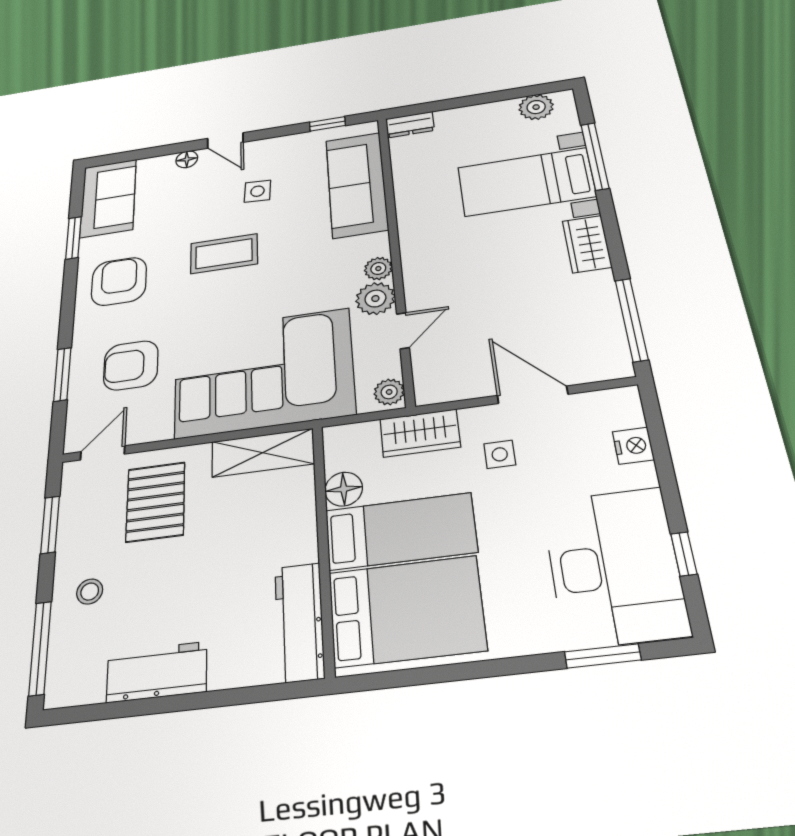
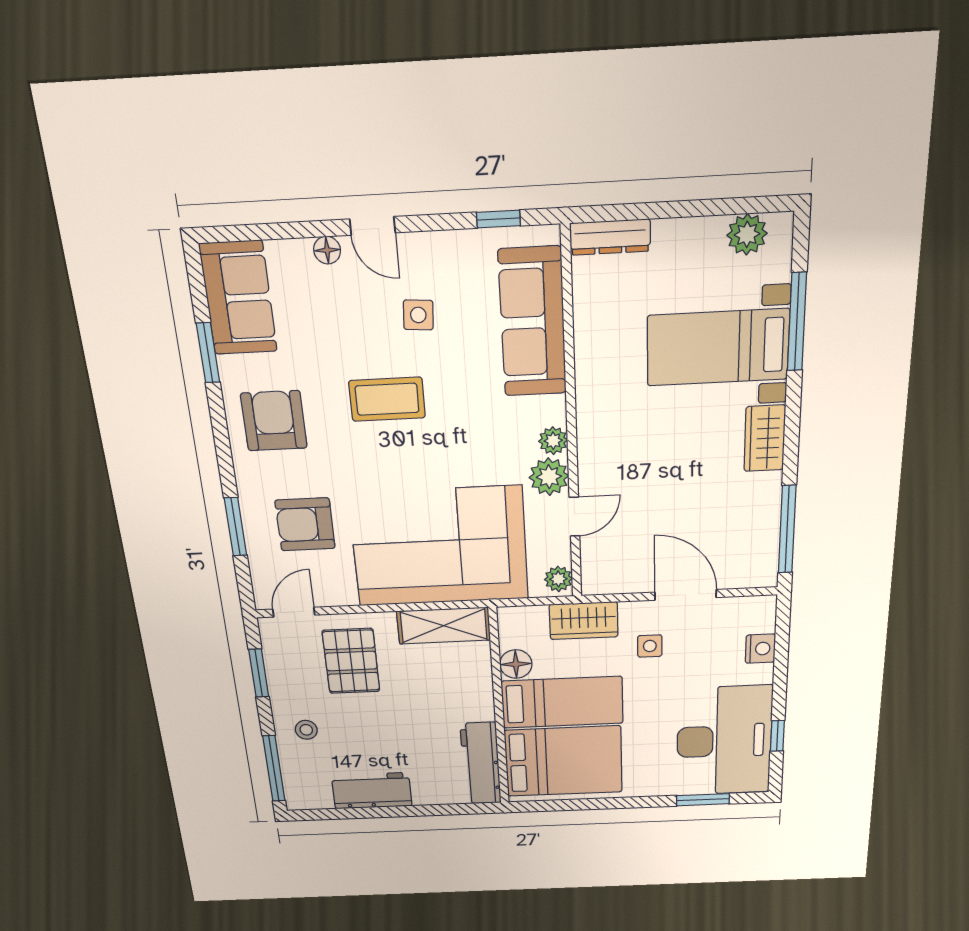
dresser: (410, 125) -> (610, 237), width x1.44

